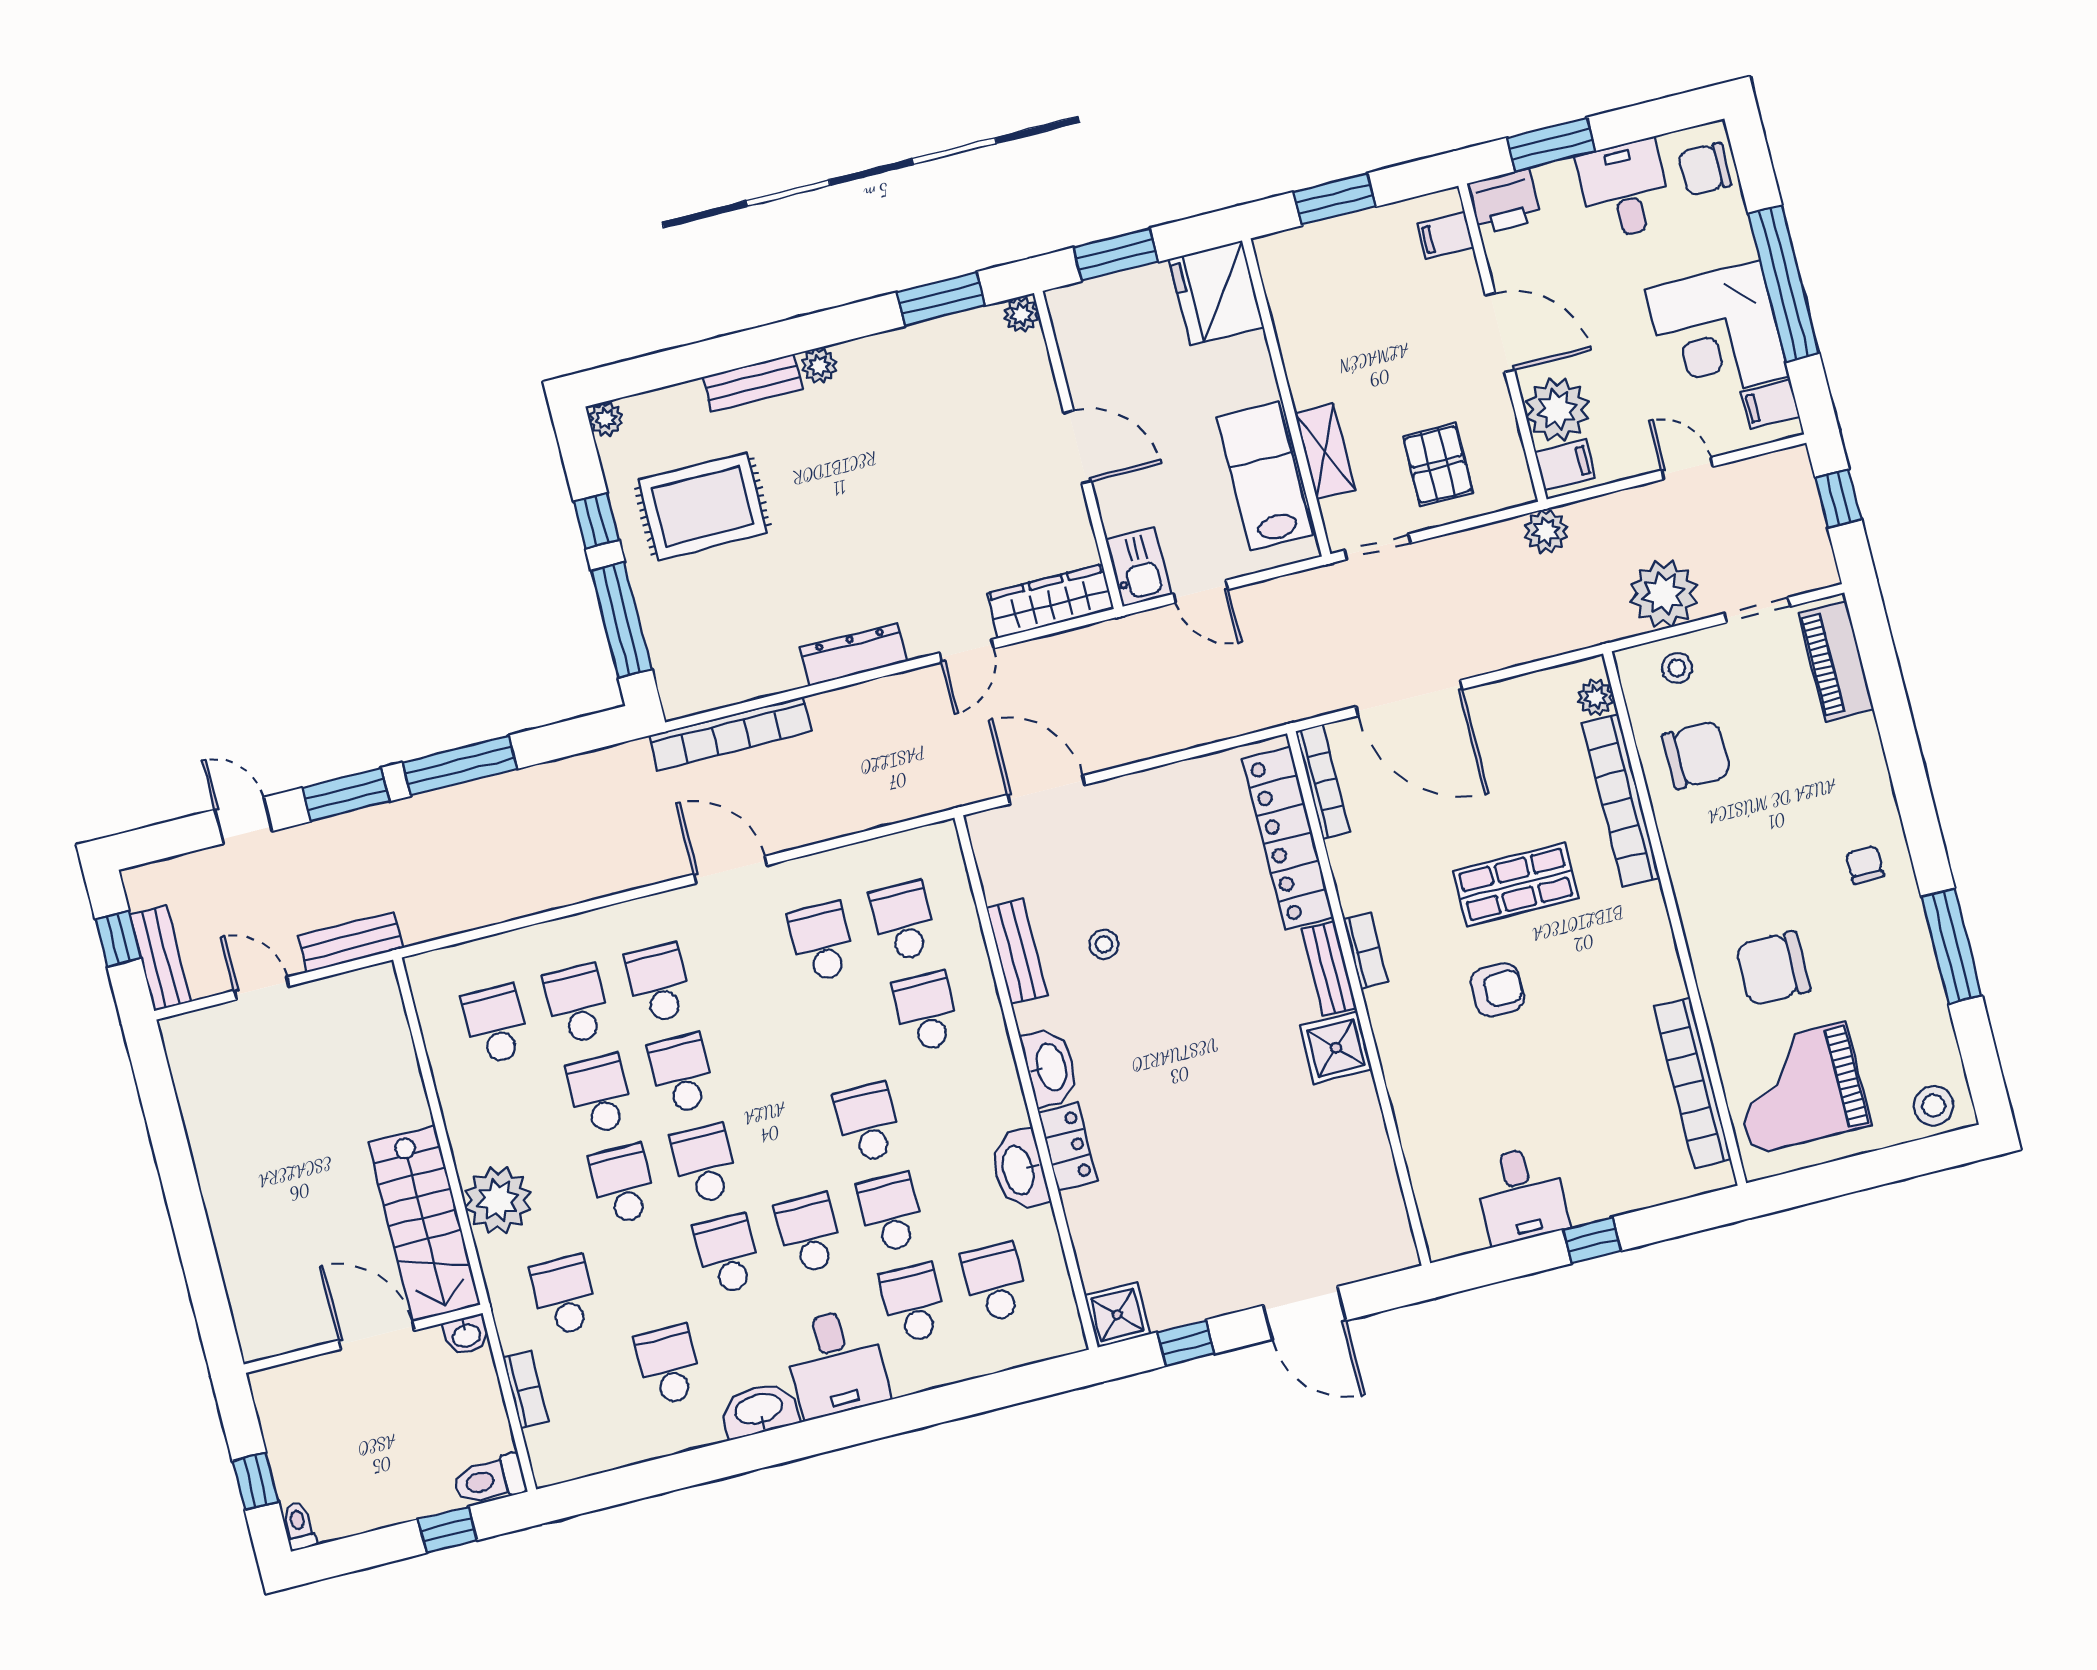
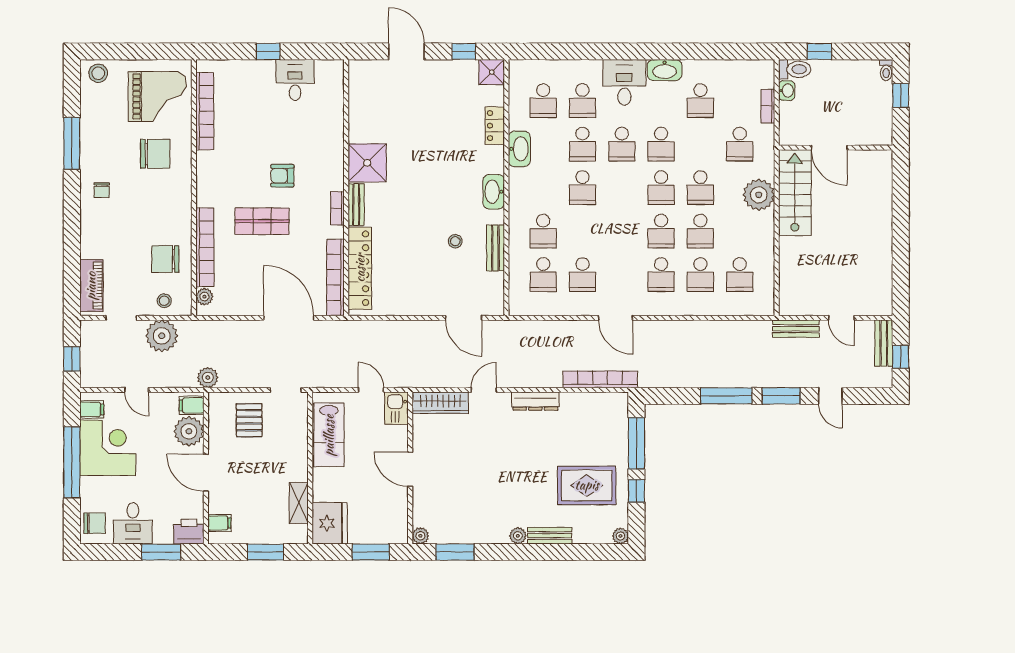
shelving: (1325, 451) -> (299, 503), moved
bookcase: (1323, 782) -> (335, 277), width x1.48, depth x1.31
shower: (1336, 1048) -> (367, 163), width x1.36, depth x1.36
locker: (1068, 1147) -> (495, 126), moved
washbasin: (466, 1335) -> (787, 91), moved, turned 90

